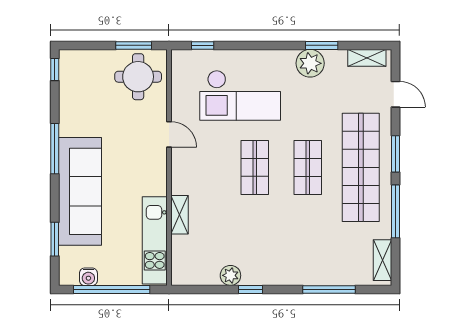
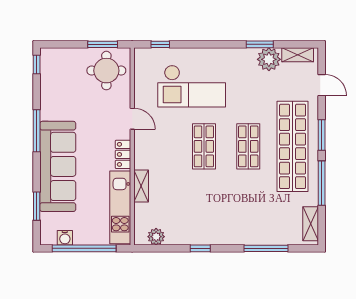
plant: (310, 63) -> (269, 59), moved
locker: (158, 177) -> (123, 154), added
plant: (230, 275) -> (156, 237), moved

